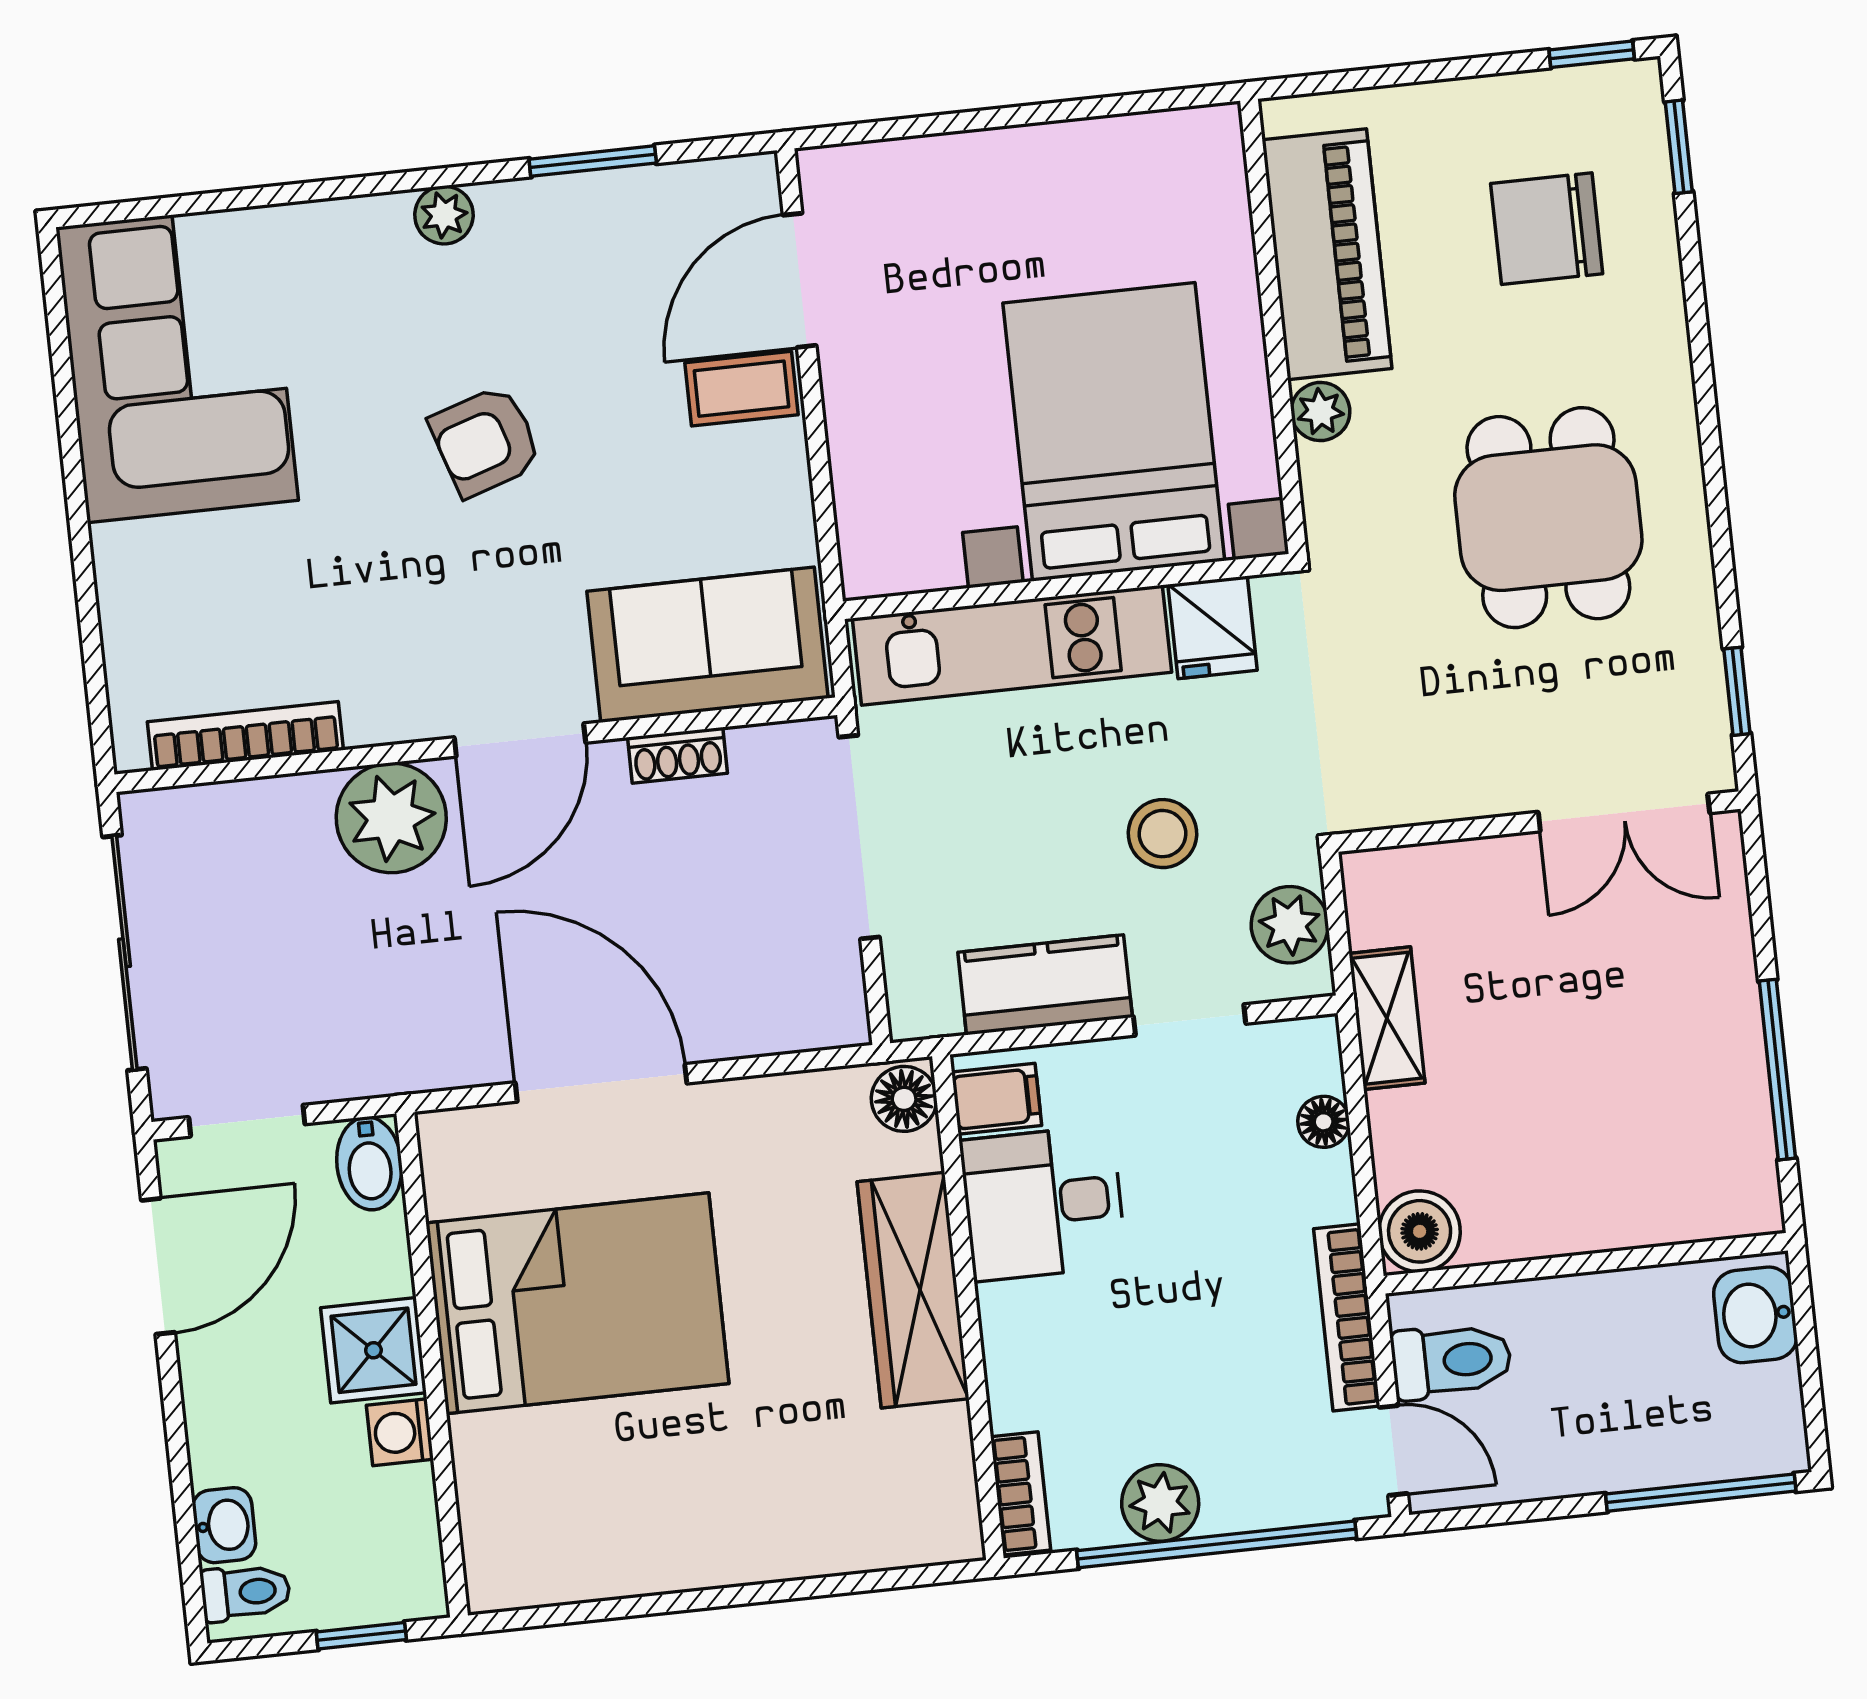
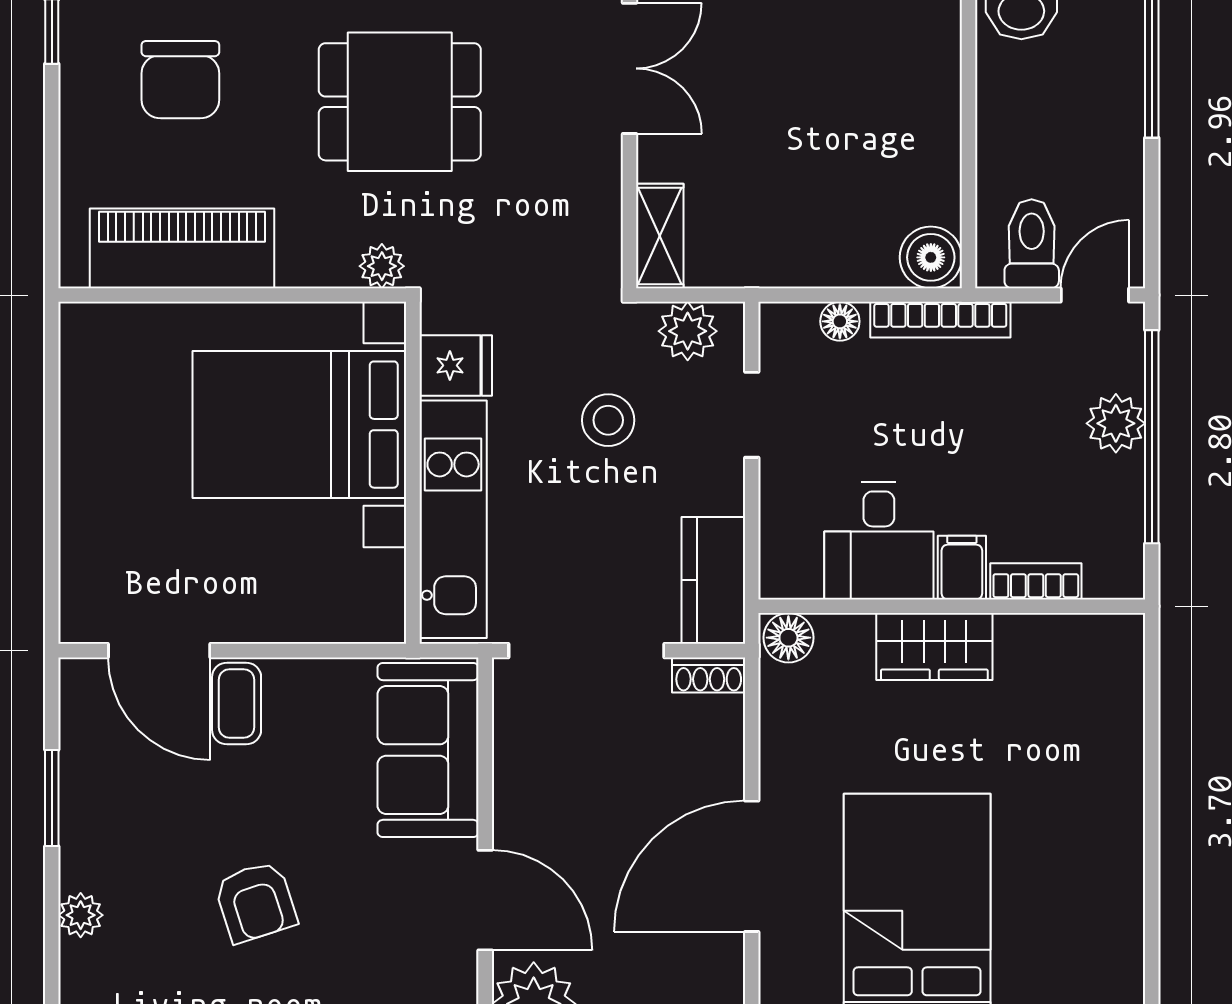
plant: (1320, 411) -> (382, 266), moved
shoe rack: (678, 755) -> (709, 675), moved, turned 90
kitchen counter: (1045, 985) -> (713, 580), moved
shelving: (1387, 1018) -> (660, 236), moved, turned 90
filing cabinet: (997, 1099) -> (962, 568), moved
wardrobe: (913, 1290) -> (934, 646), width x0.67
bookcase: (1347, 1317) -> (940, 320), moved
bookcase: (1021, 1493) -> (1036, 581), moved
plant: (1160, 1503) -> (1116, 423), moved

